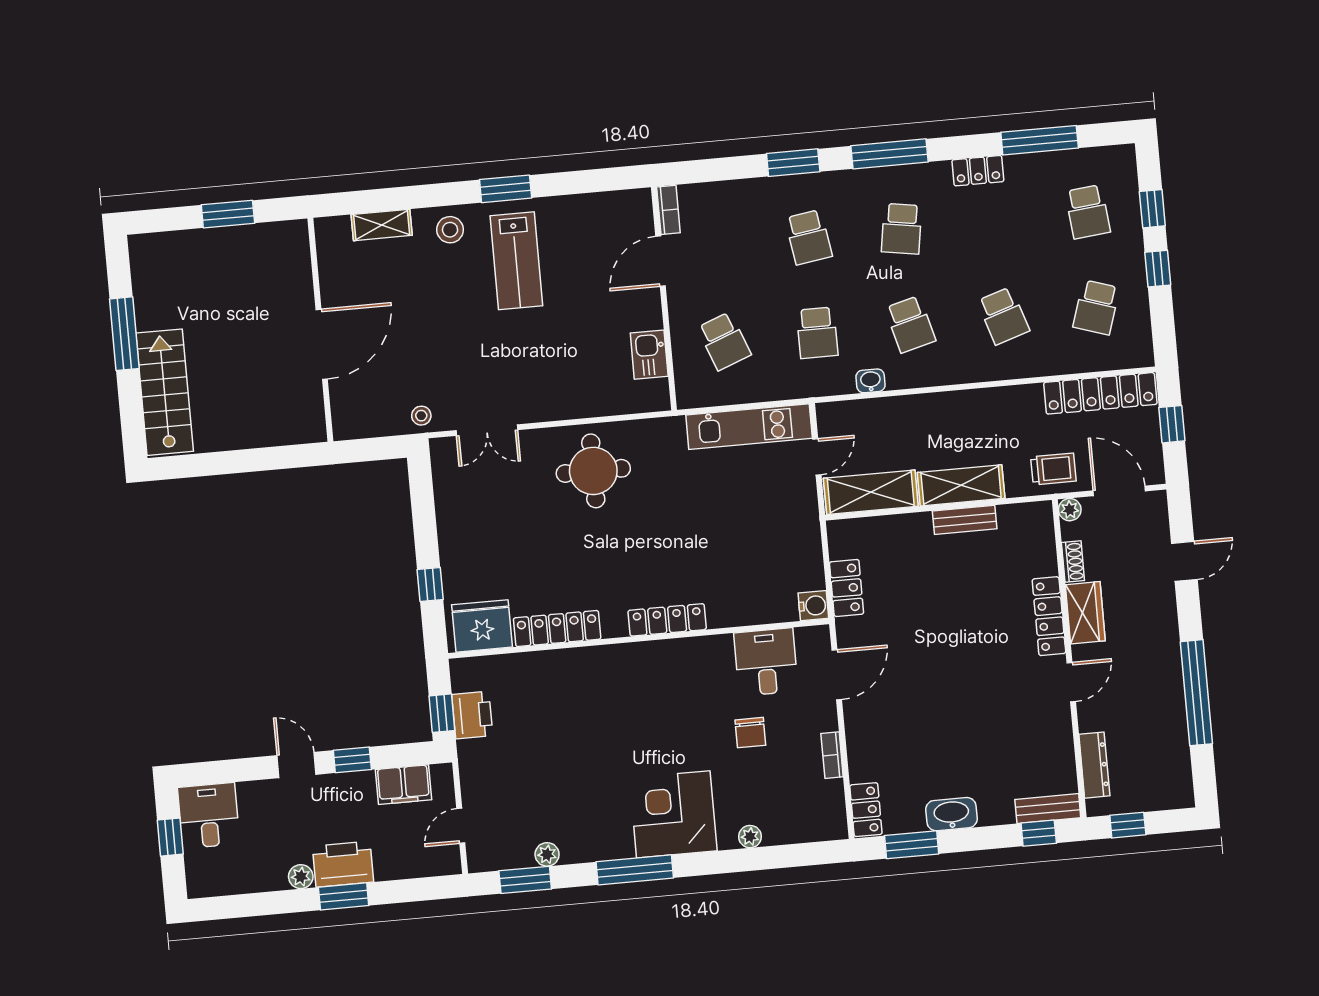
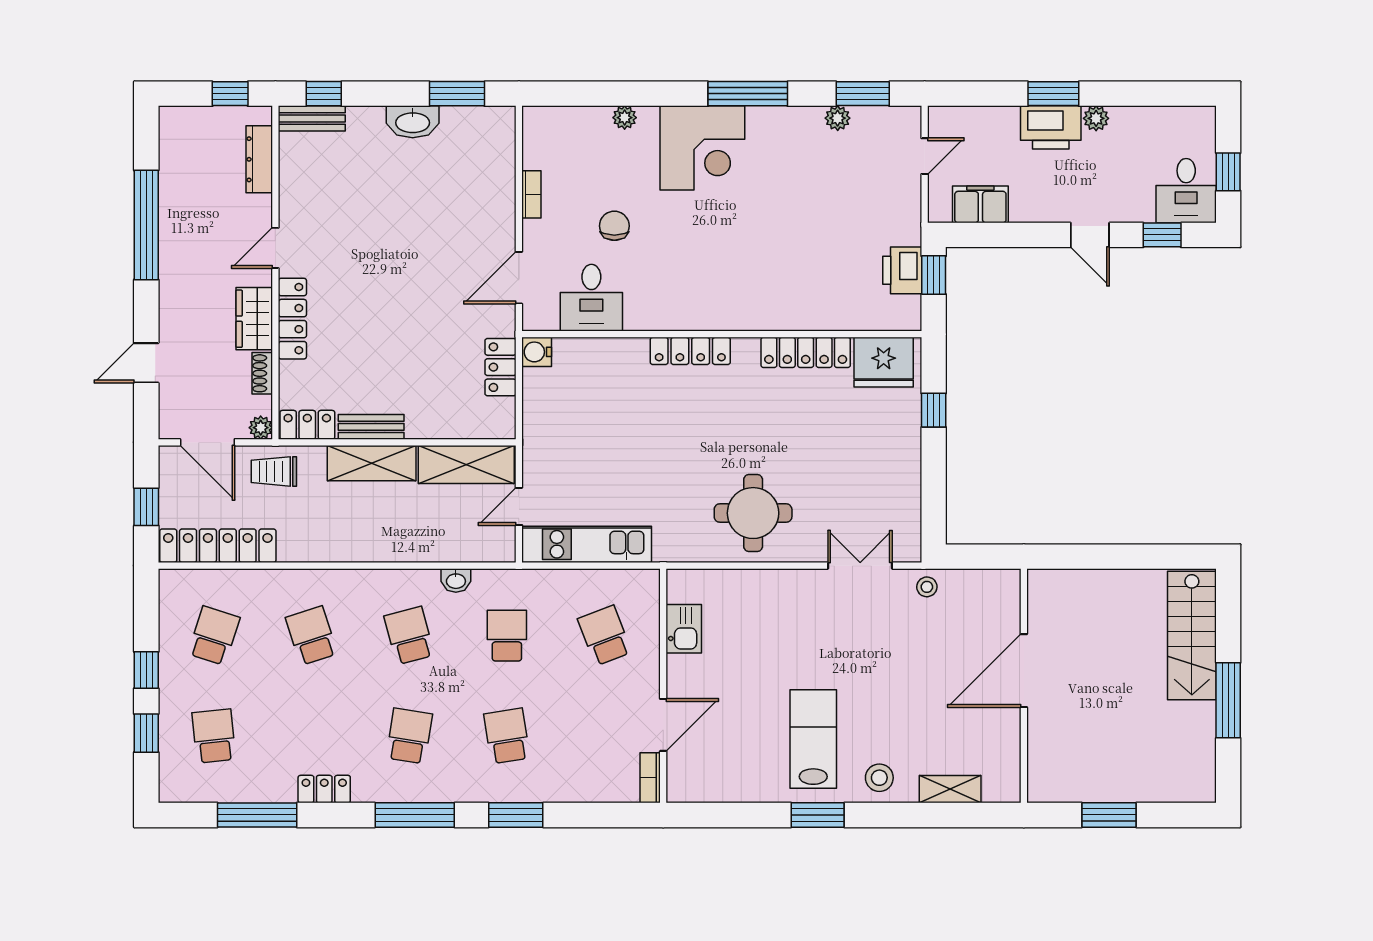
window: (352, 760) -> (1162, 235), moved
locker: (866, 810) -> (307, 425), moved, turned 90

